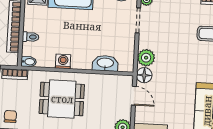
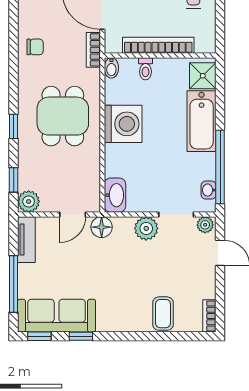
plant: (146, 58) -> (146, 228), moved
washing machine: (63, 61) -> (123, 124), width x1.89, depth x1.89
washbasin: (105, 63) -> (115, 195), moved

